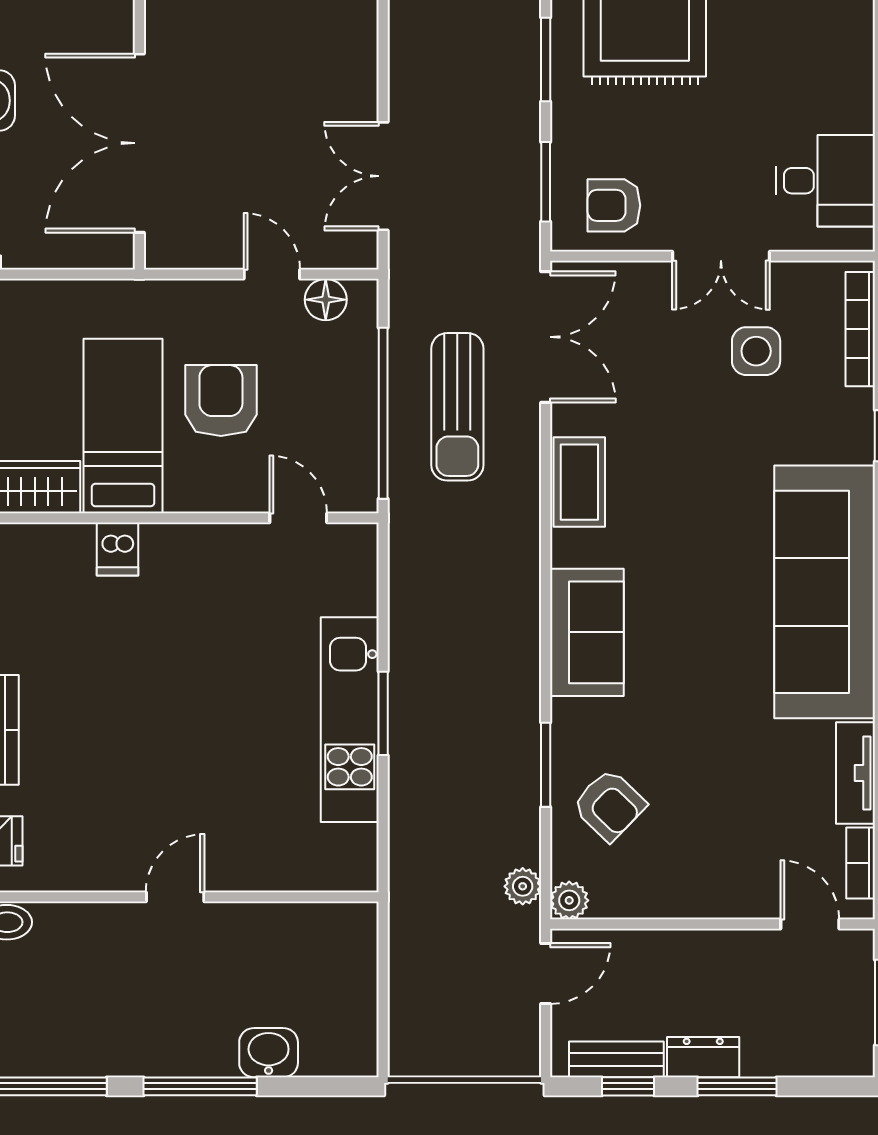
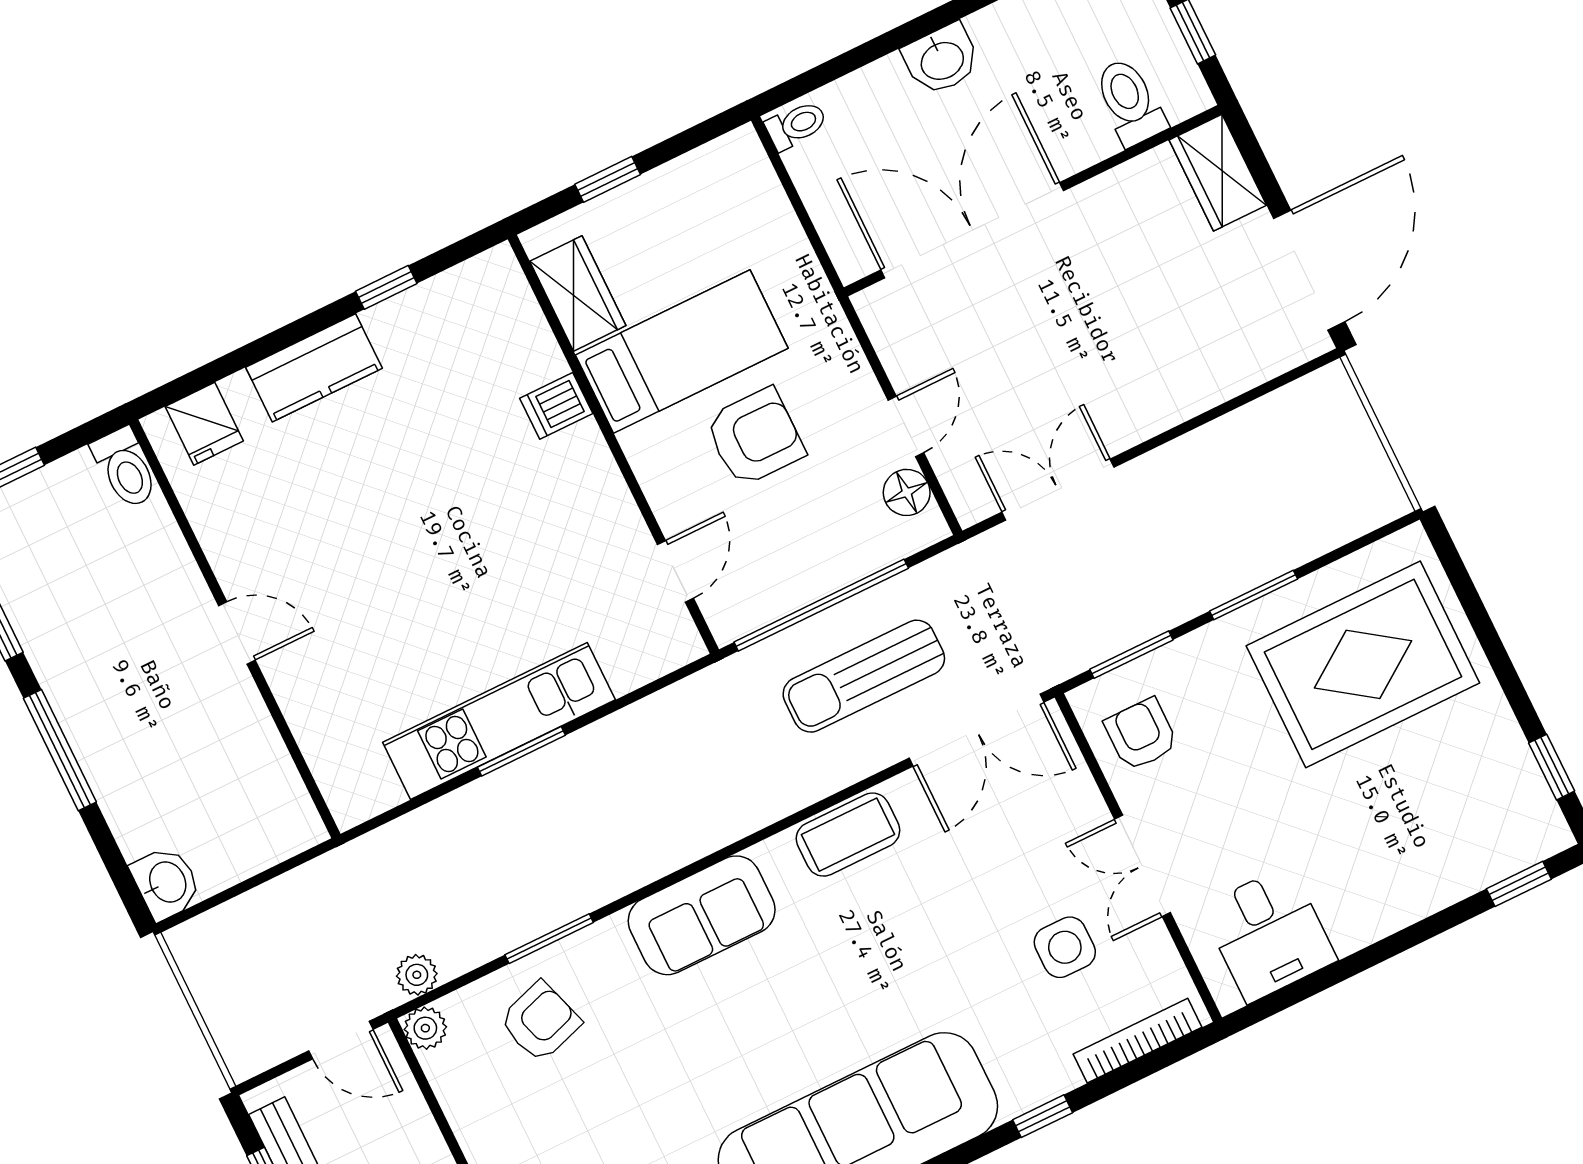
armchair: (609, 805) -> (540, 1022), turned -152
washbasin: (269, 1053) -> (166, 883), moved

